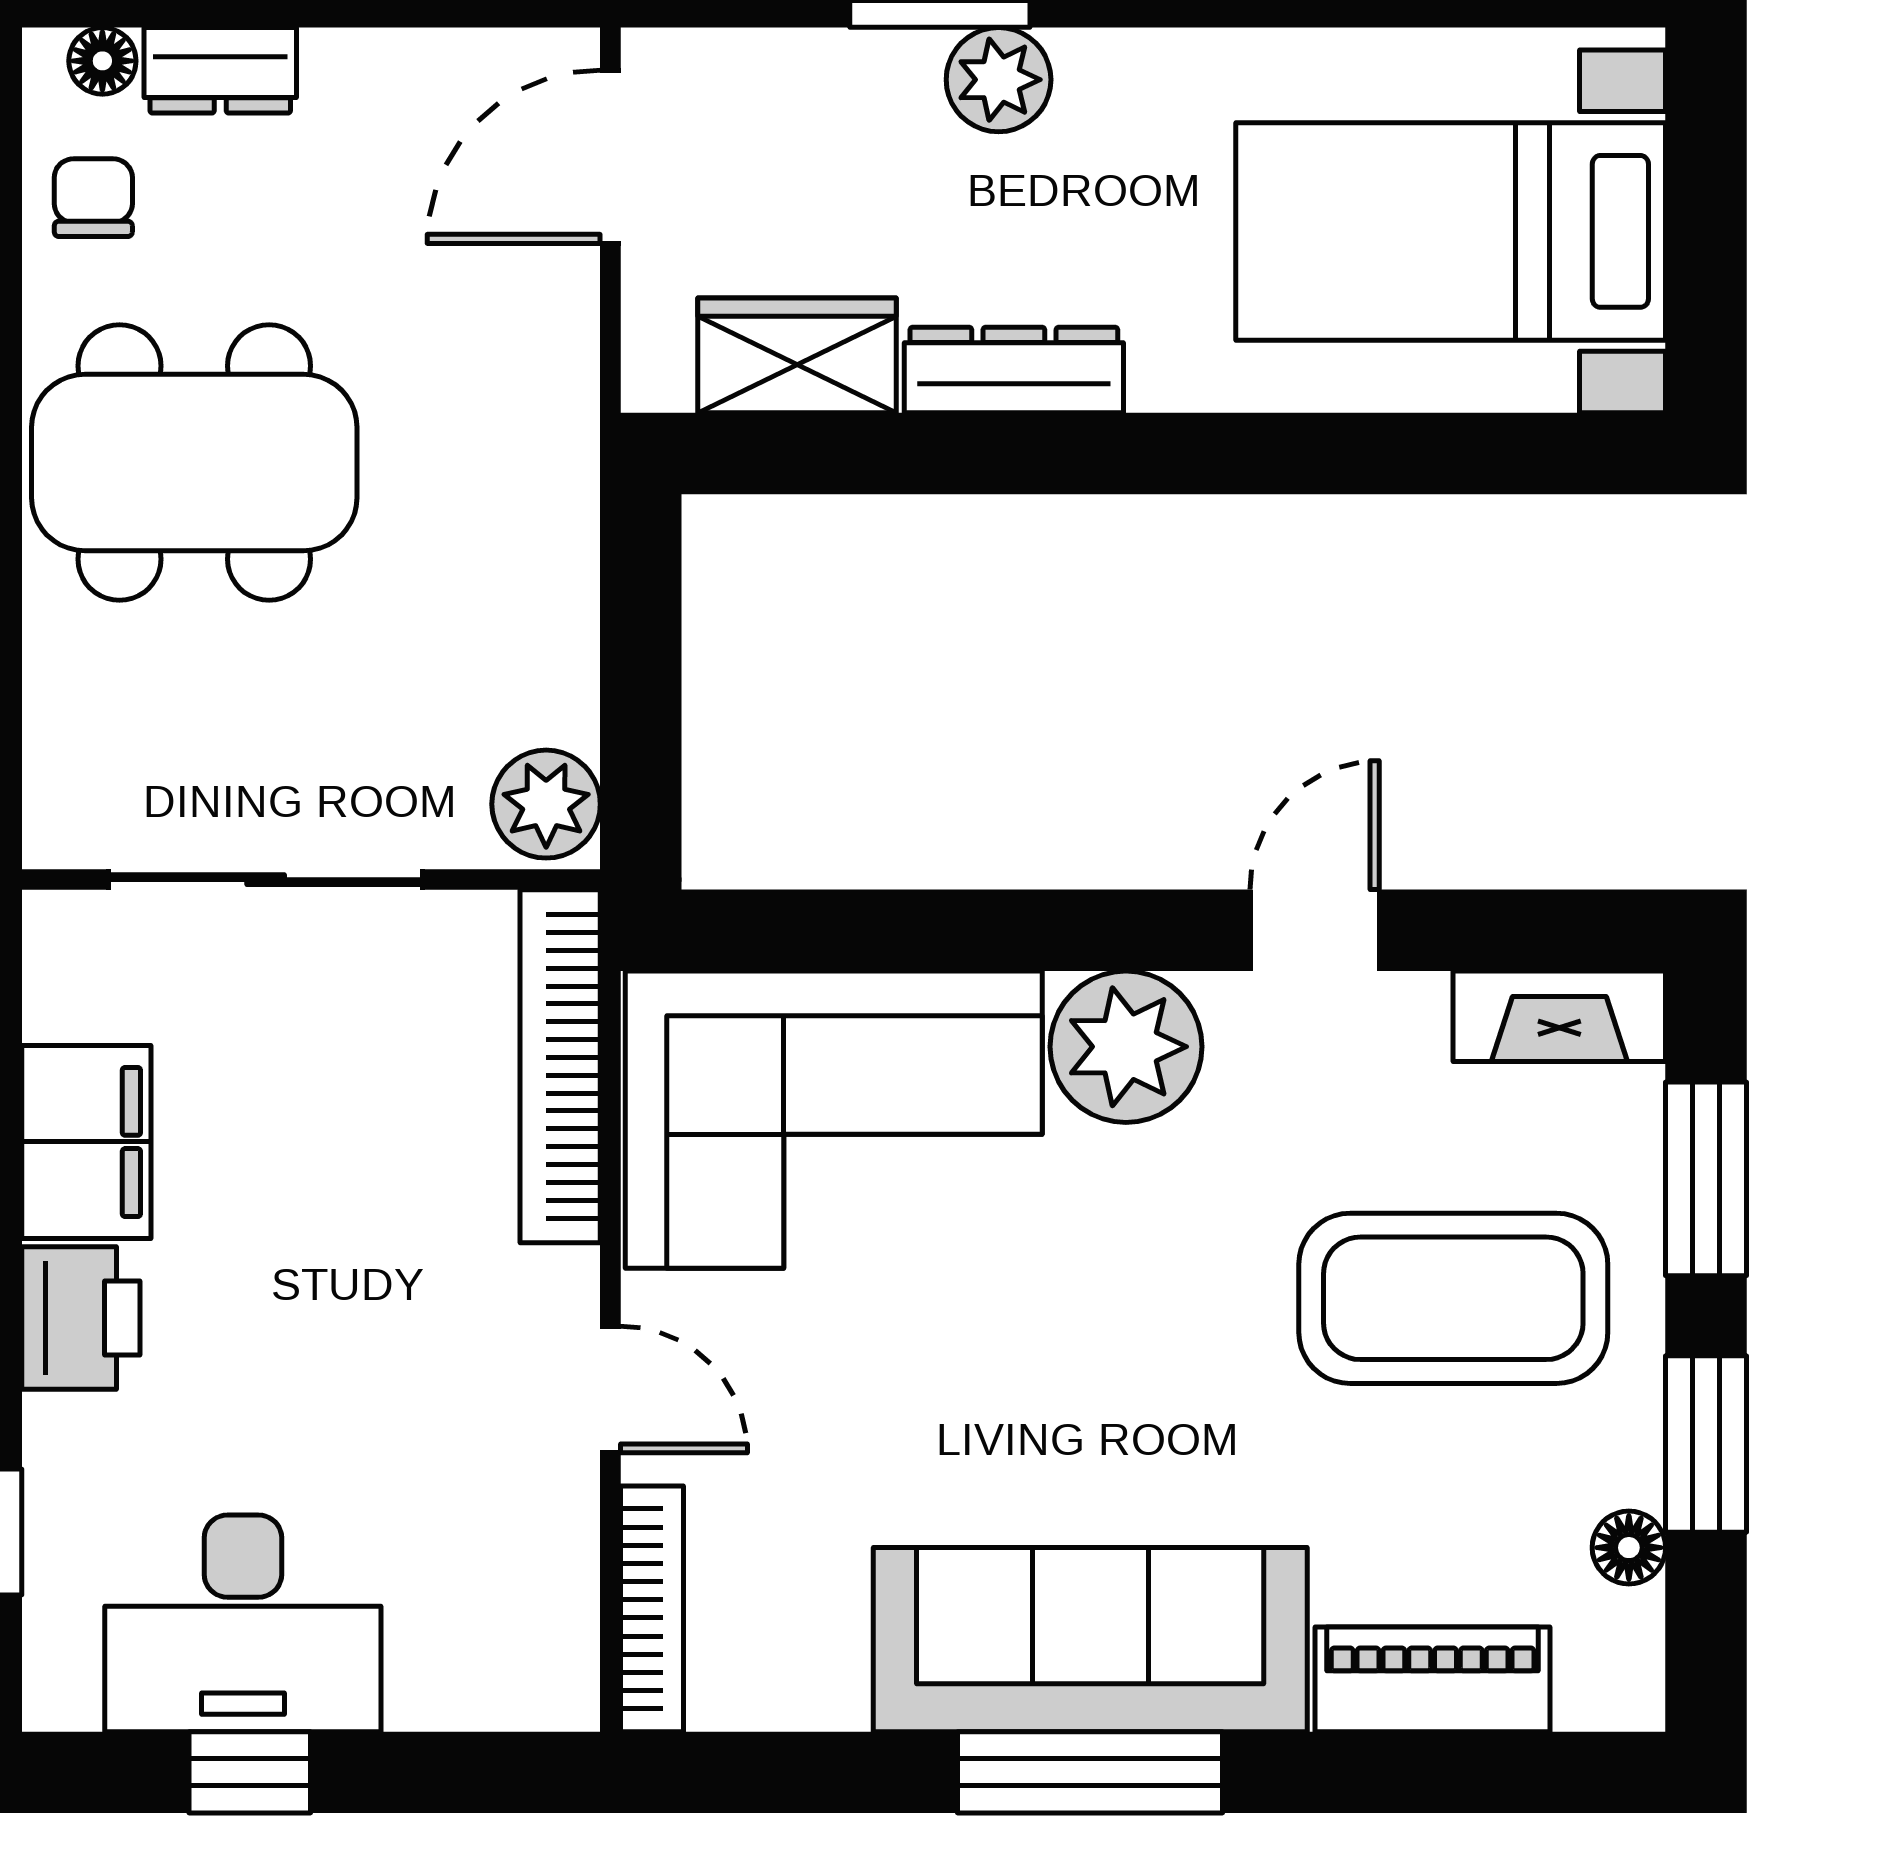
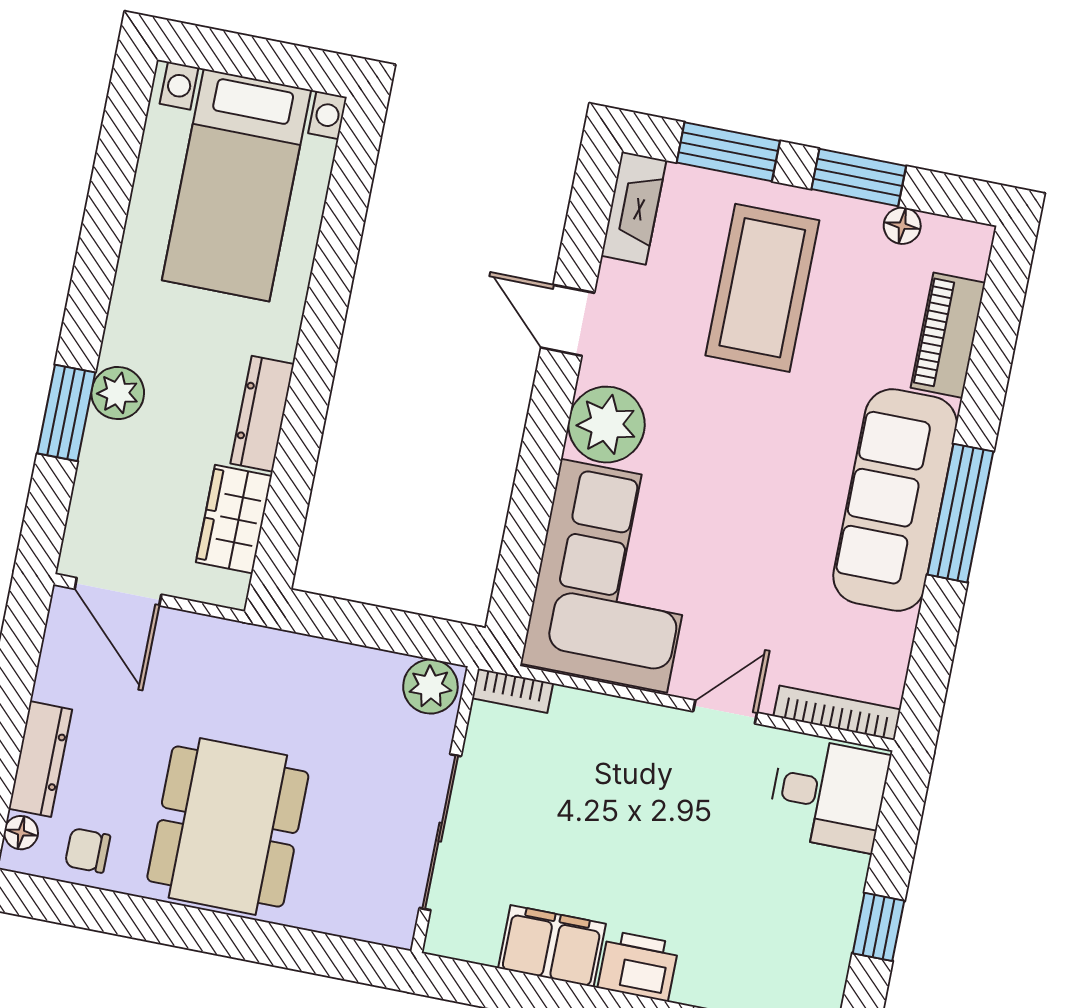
dresser: (220, 70) -> (40, 759), width x1.44
bookcase: (560, 1066) -> (513, 691), width x0.43, depth x0.76
desk: (243, 1623) -> (828, 794), moved, width x0.73

